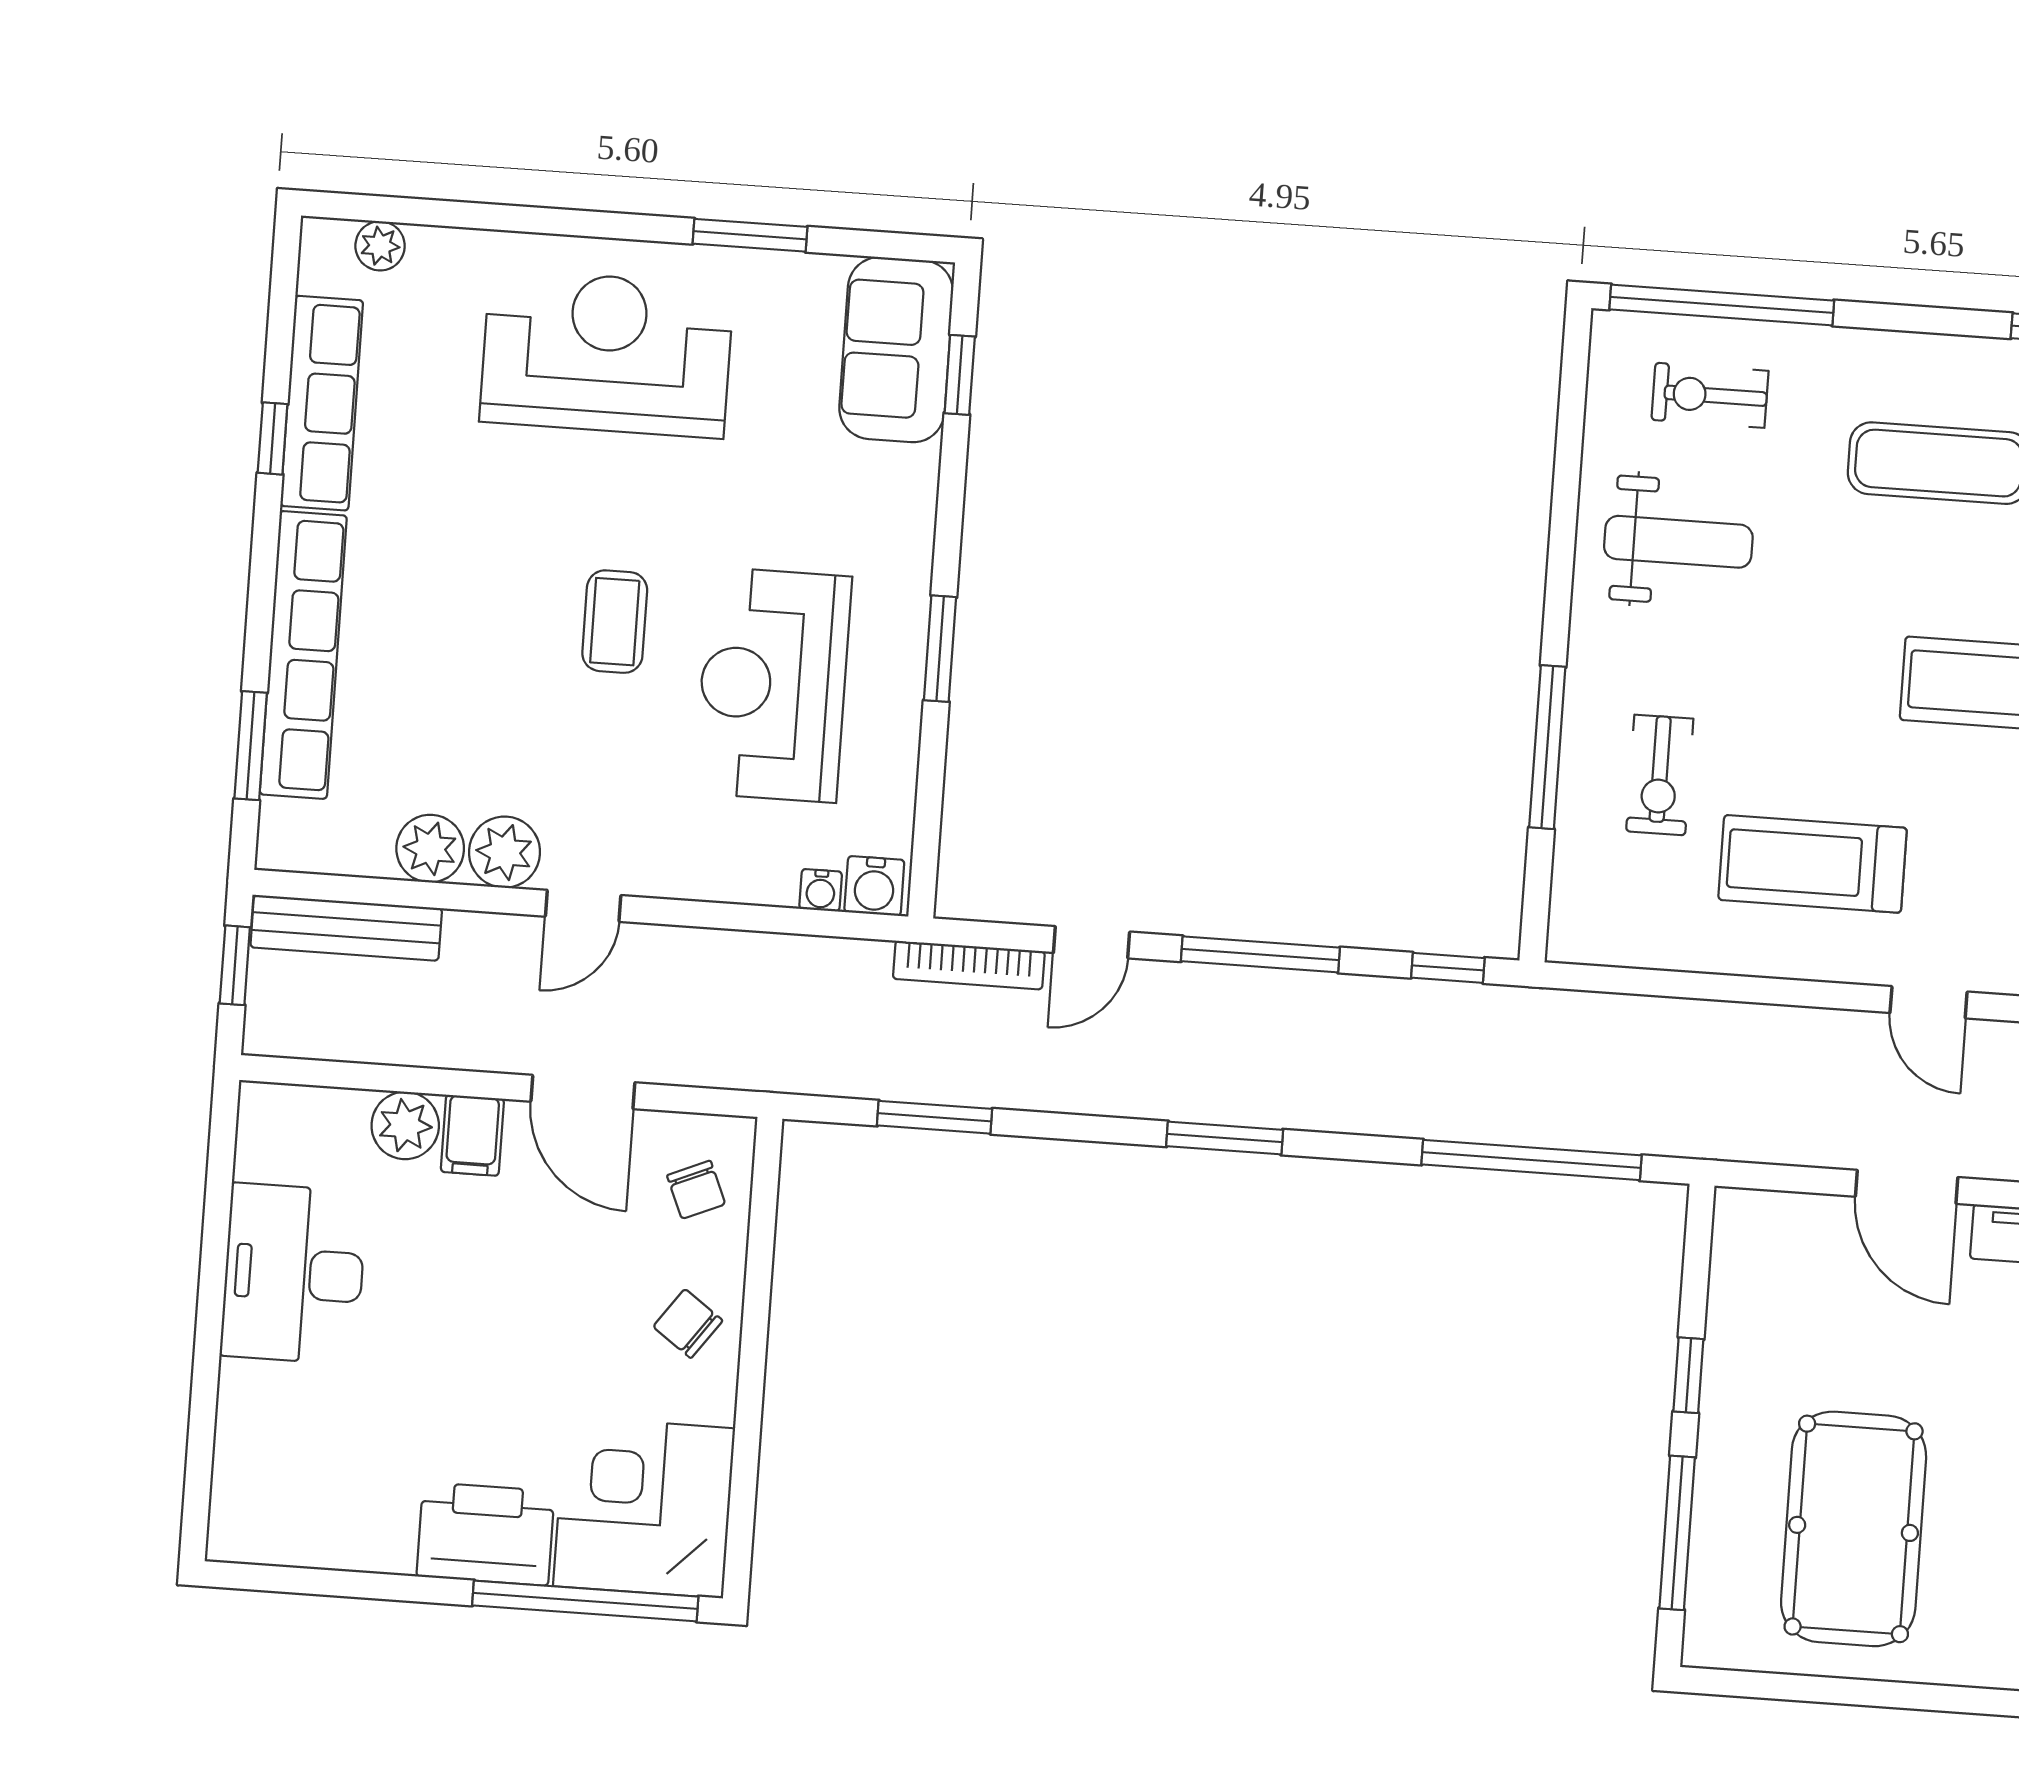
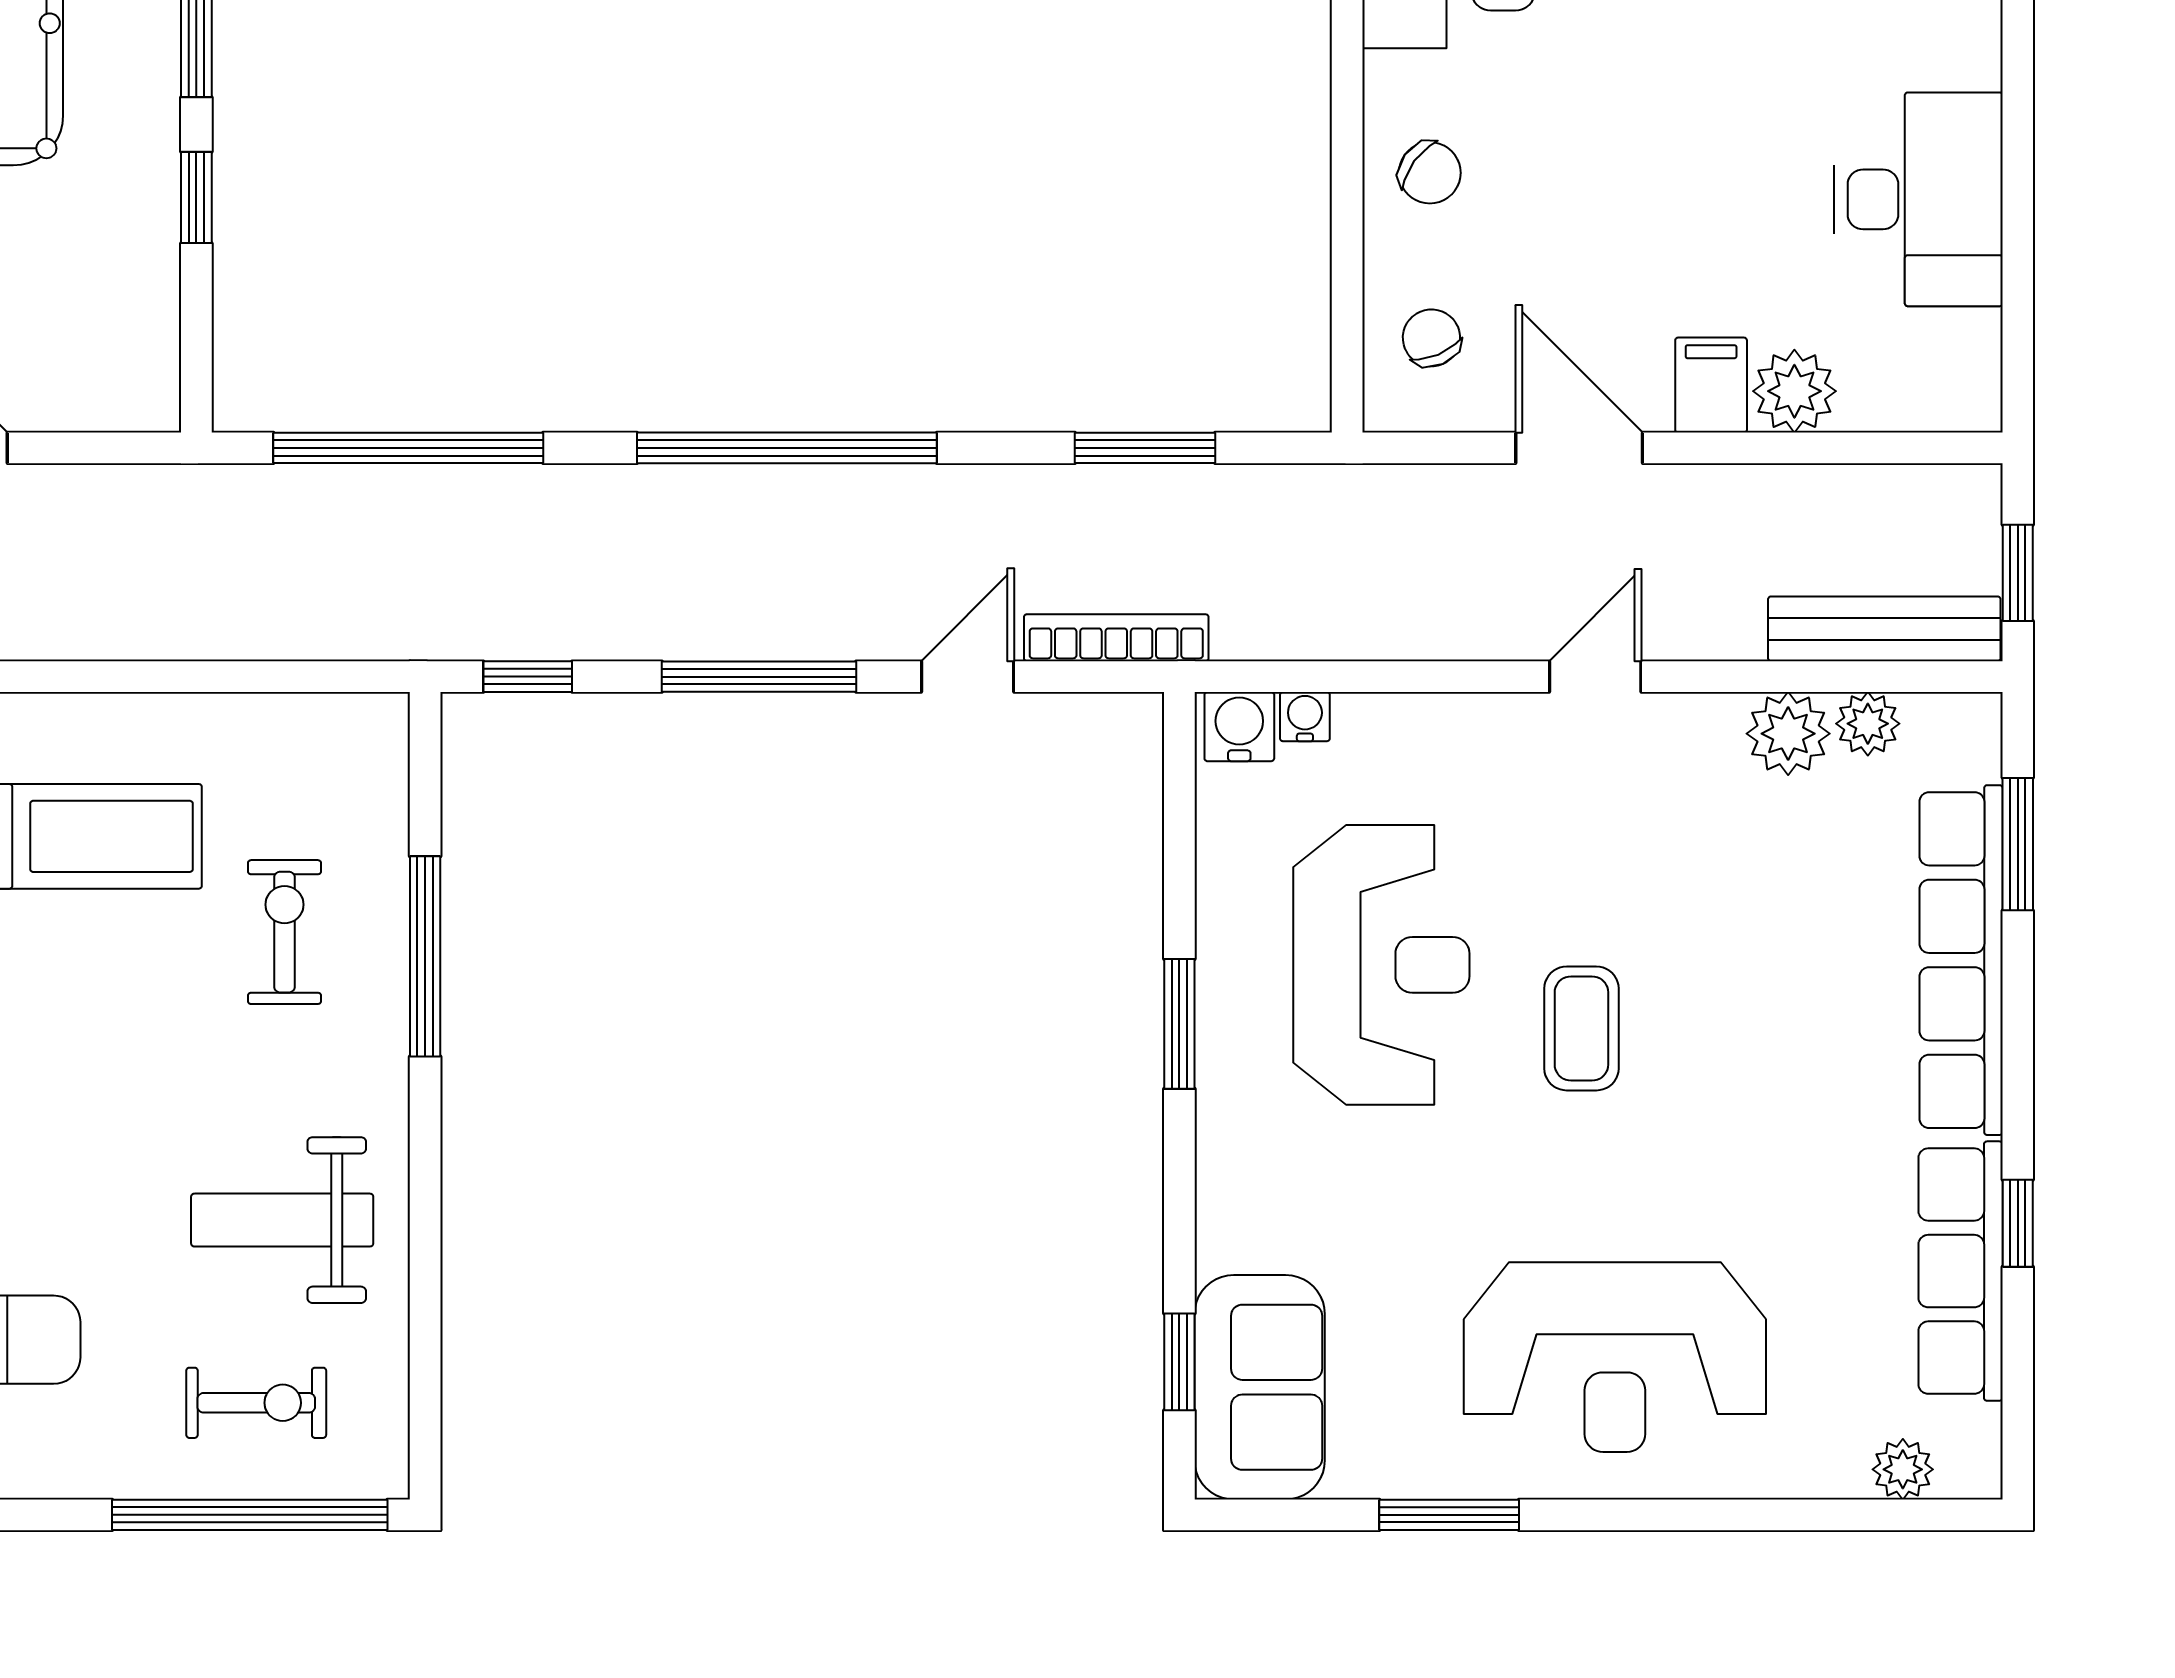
plant: (504, 852) -> (1868, 724), moved, width x0.73, depth x0.73
window: (1225, 1138) -> (787, 448), width x2.11

